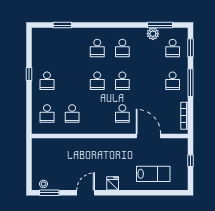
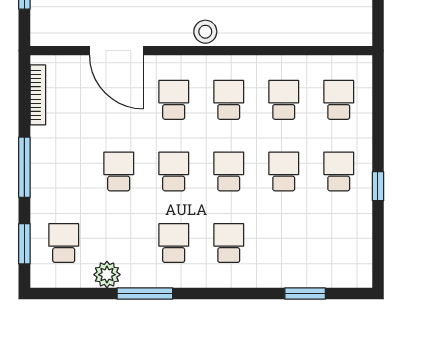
window: (160, 25) -> (145, 293), moved
school desk: (72, 81) -> (284, 171), added
school desk: (173, 81) -> (119, 171), moved
school desk: (97, 113) -> (229, 100), added
stool: (108, 145) -> (205, 32), added

